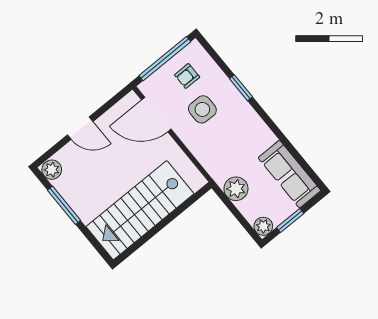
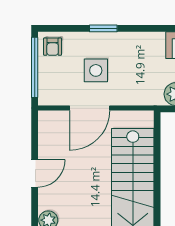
armchair: (187, 76) -> (53, 47), moved
door: (156, 115) -> (90, 108), moved

